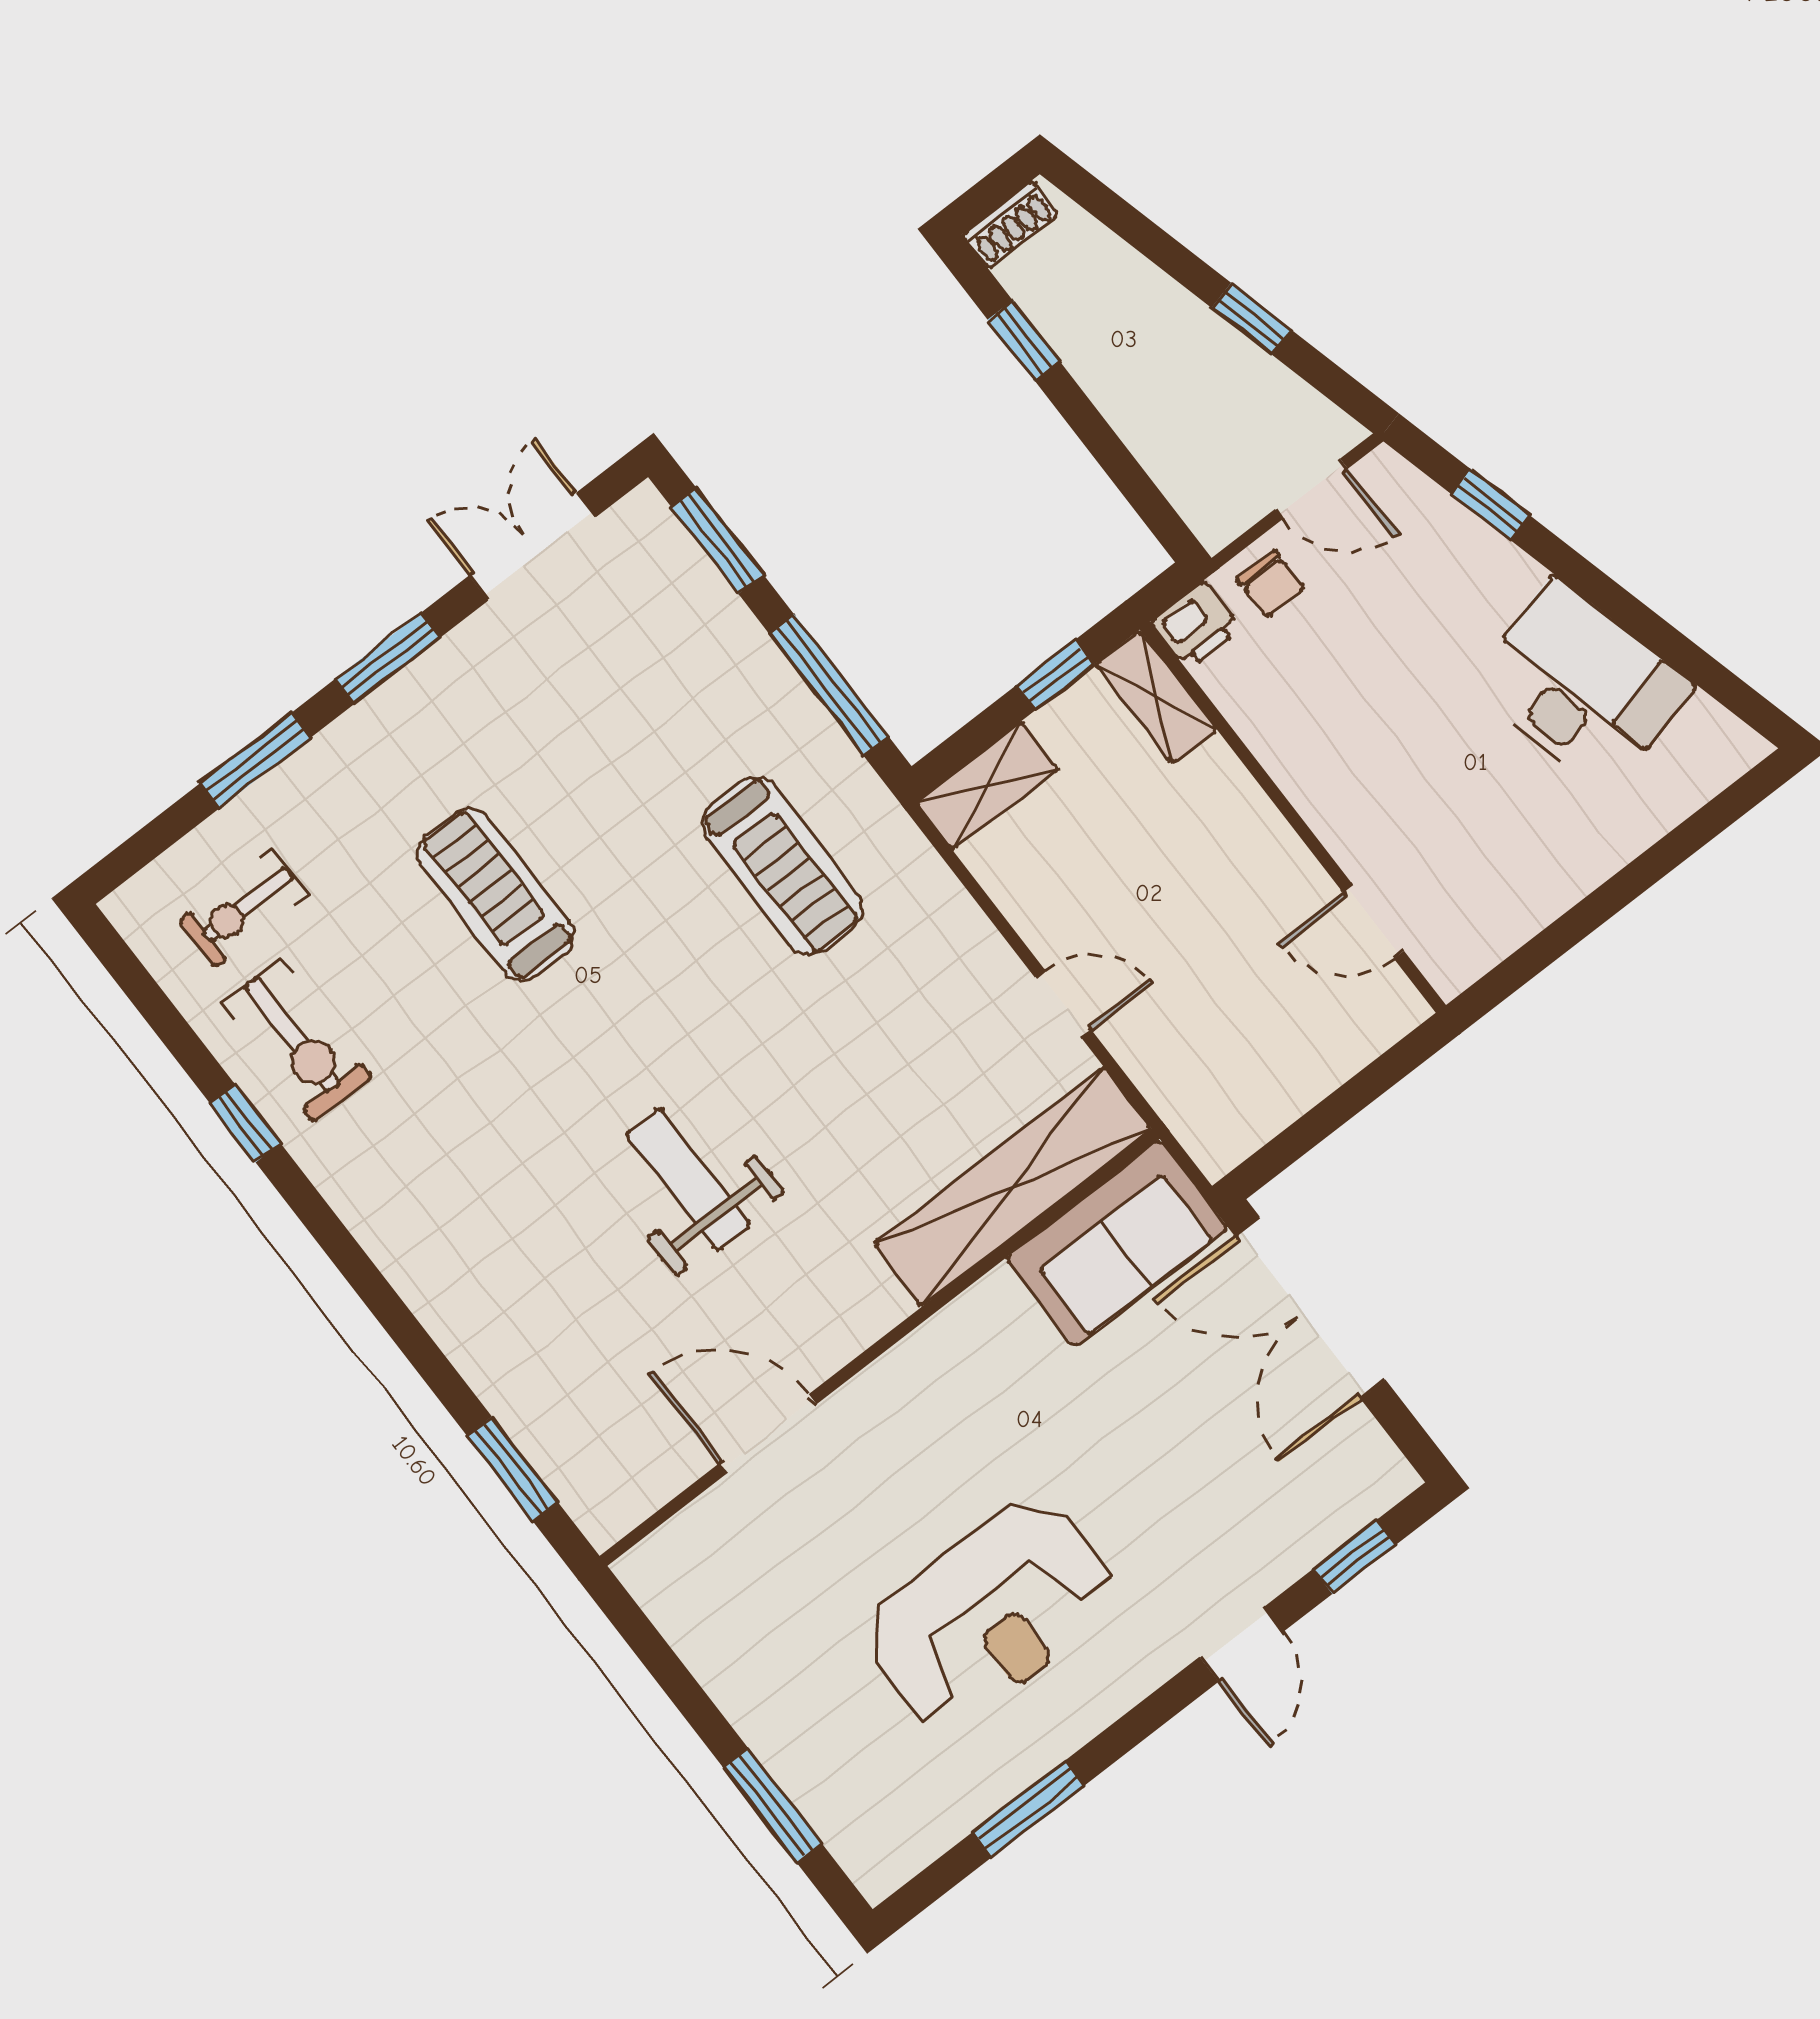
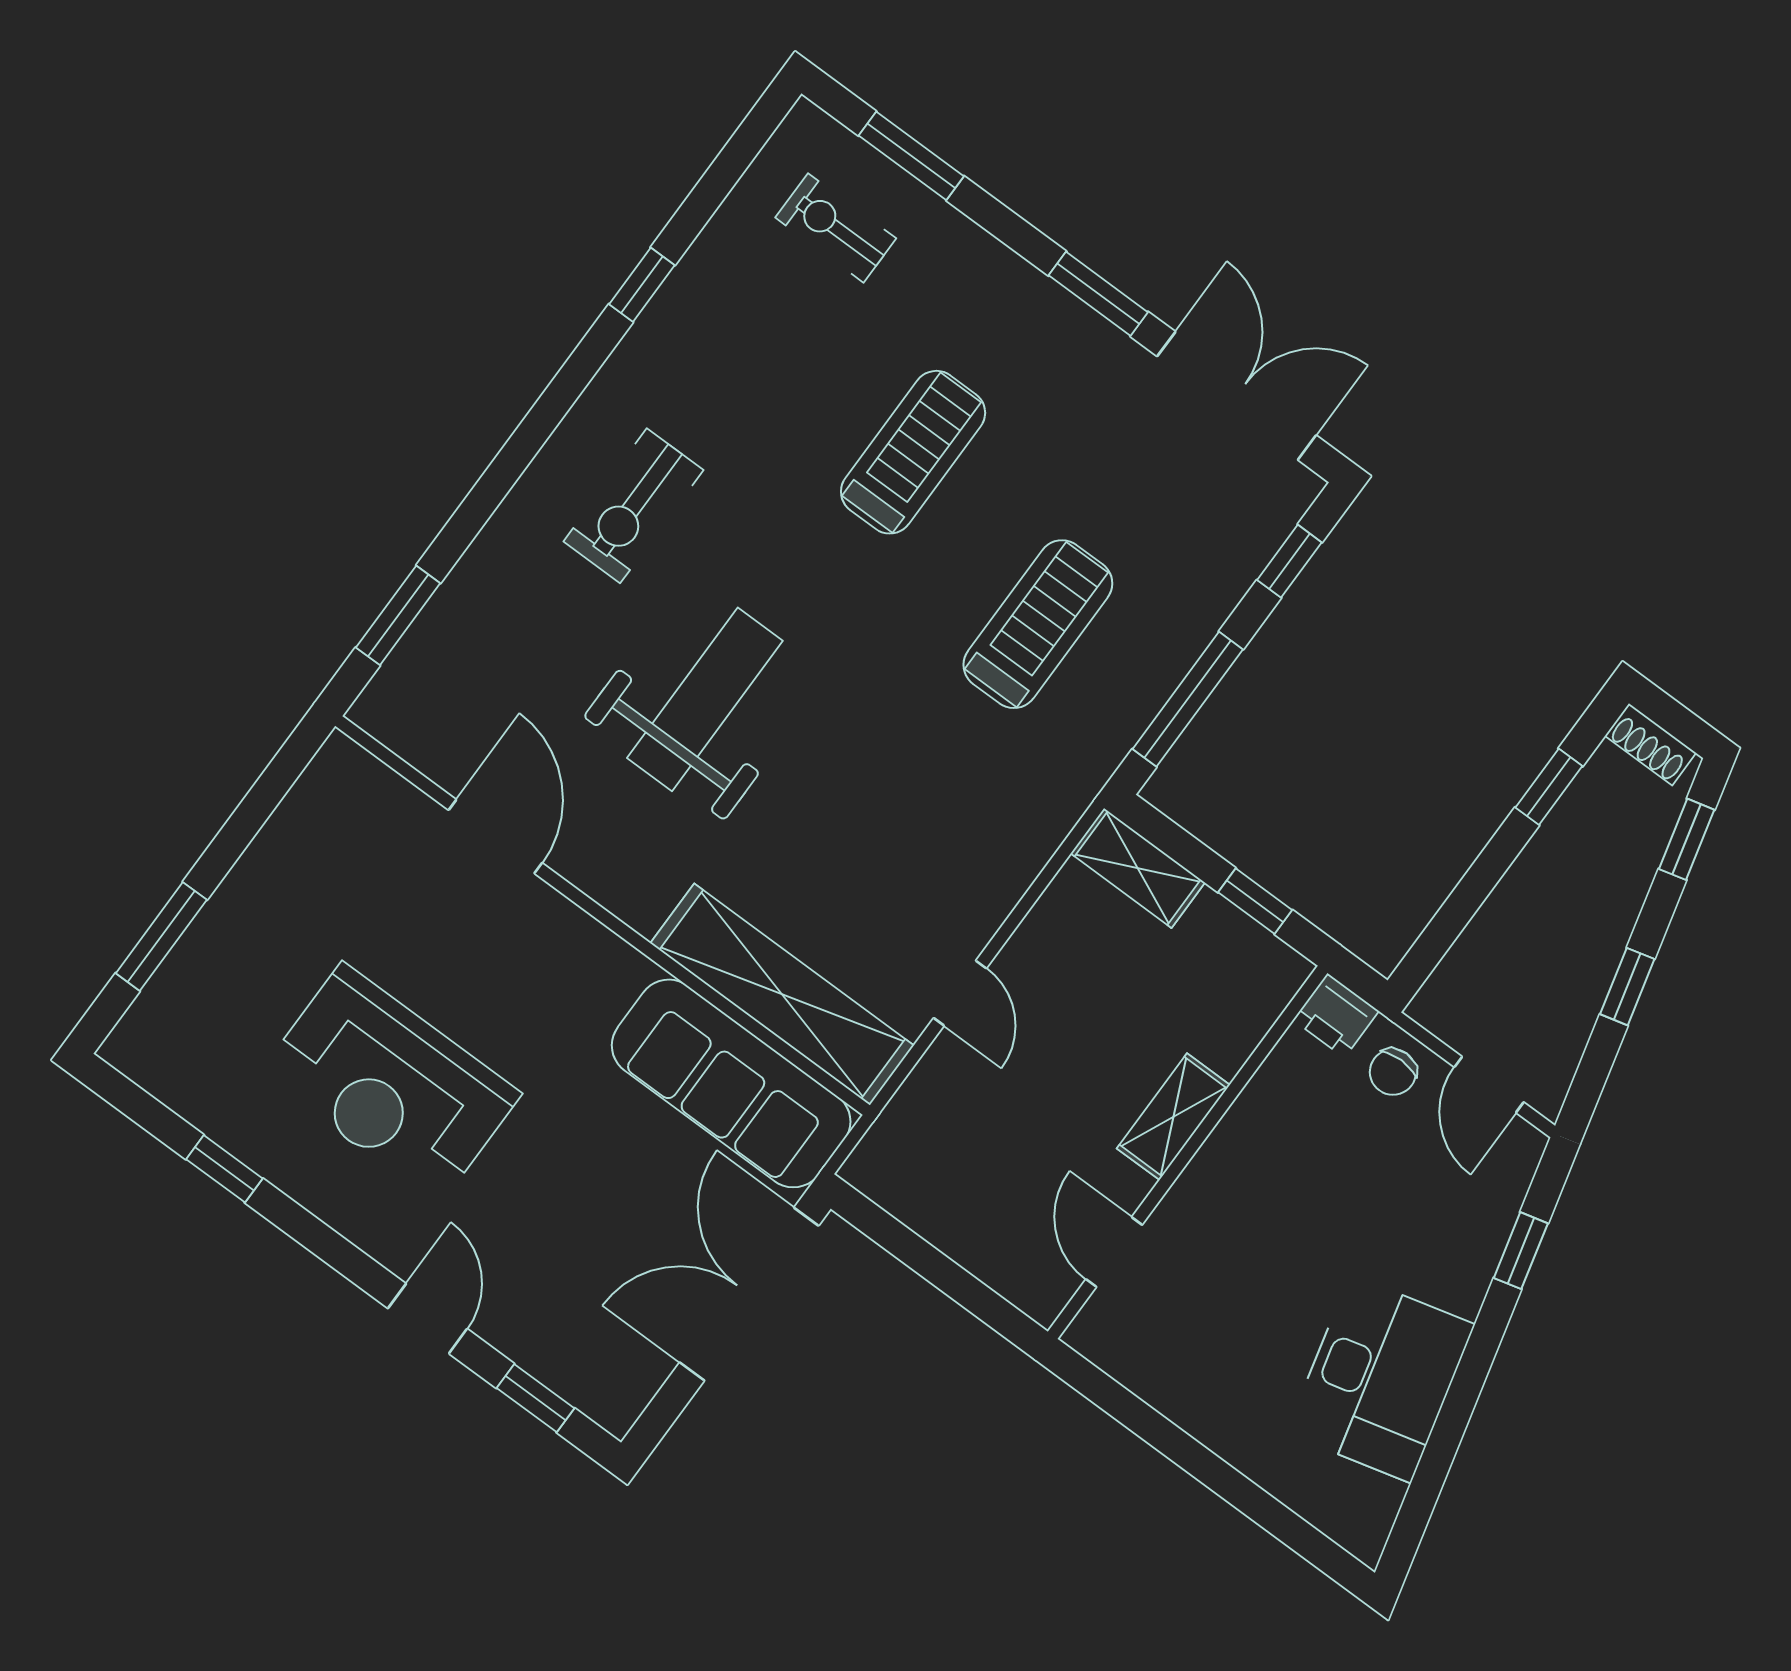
window: (1118, 215) -> (1687, 839), added
window: (717, 541) -> (1289, 561), width x0.67
double door: (532, 546) -> (1237, 396), width x1.37
shelving: (1156, 697) -> (1173, 1117), moved
window: (255, 761) -> (911, 156), moved
treadmill: (783, 866) -> (1038, 624), moved, turned 180
exercise bike: (297, 1041) -> (633, 506), moved
weight bench: (688, 1180) -> (705, 699), width x1.36, depth x1.33
sofa: (1117, 1243) -> (731, 1083), width x1.36
door: (1241, 1644) -> (428, 1319), swing flipped
window: (1029, 1809) -> (224, 1169), width x0.67

